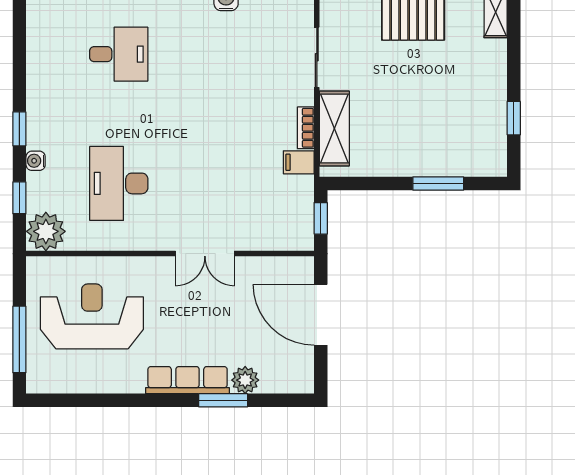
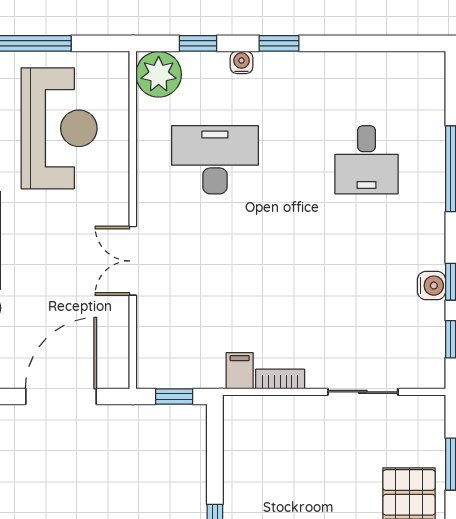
shelving: (334, 129) -> (279, 412), removed

